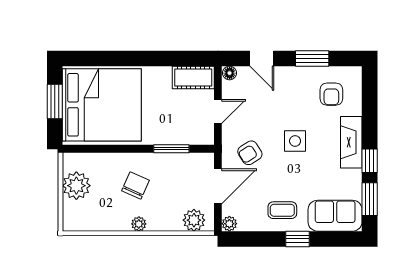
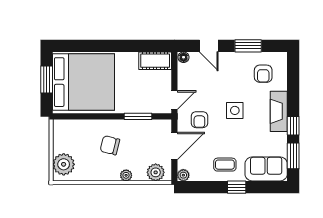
door: (218, 111) -> (174, 100), moved
armchair: (250, 153) -> (199, 120), turned -58
chair: (136, 185) -> (110, 145), turned -100
plant: (76, 186) -> (64, 164), moved
plant: (139, 224) -> (126, 175), moved

